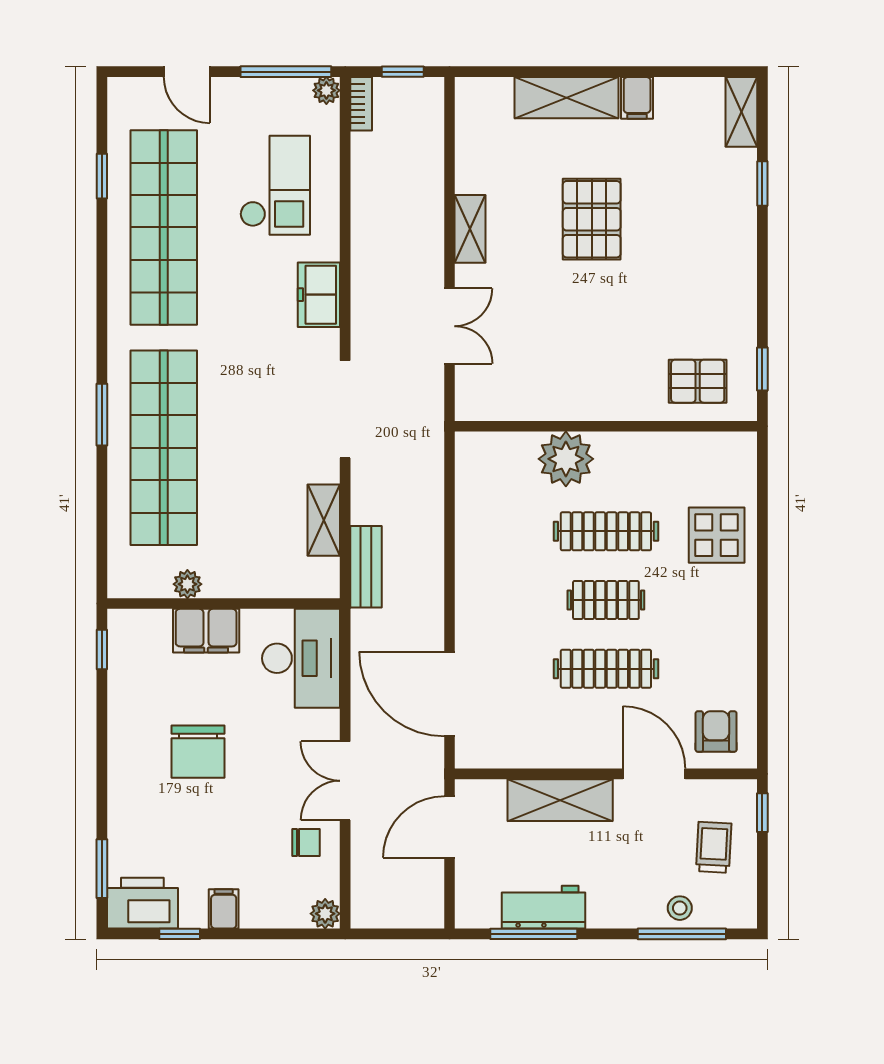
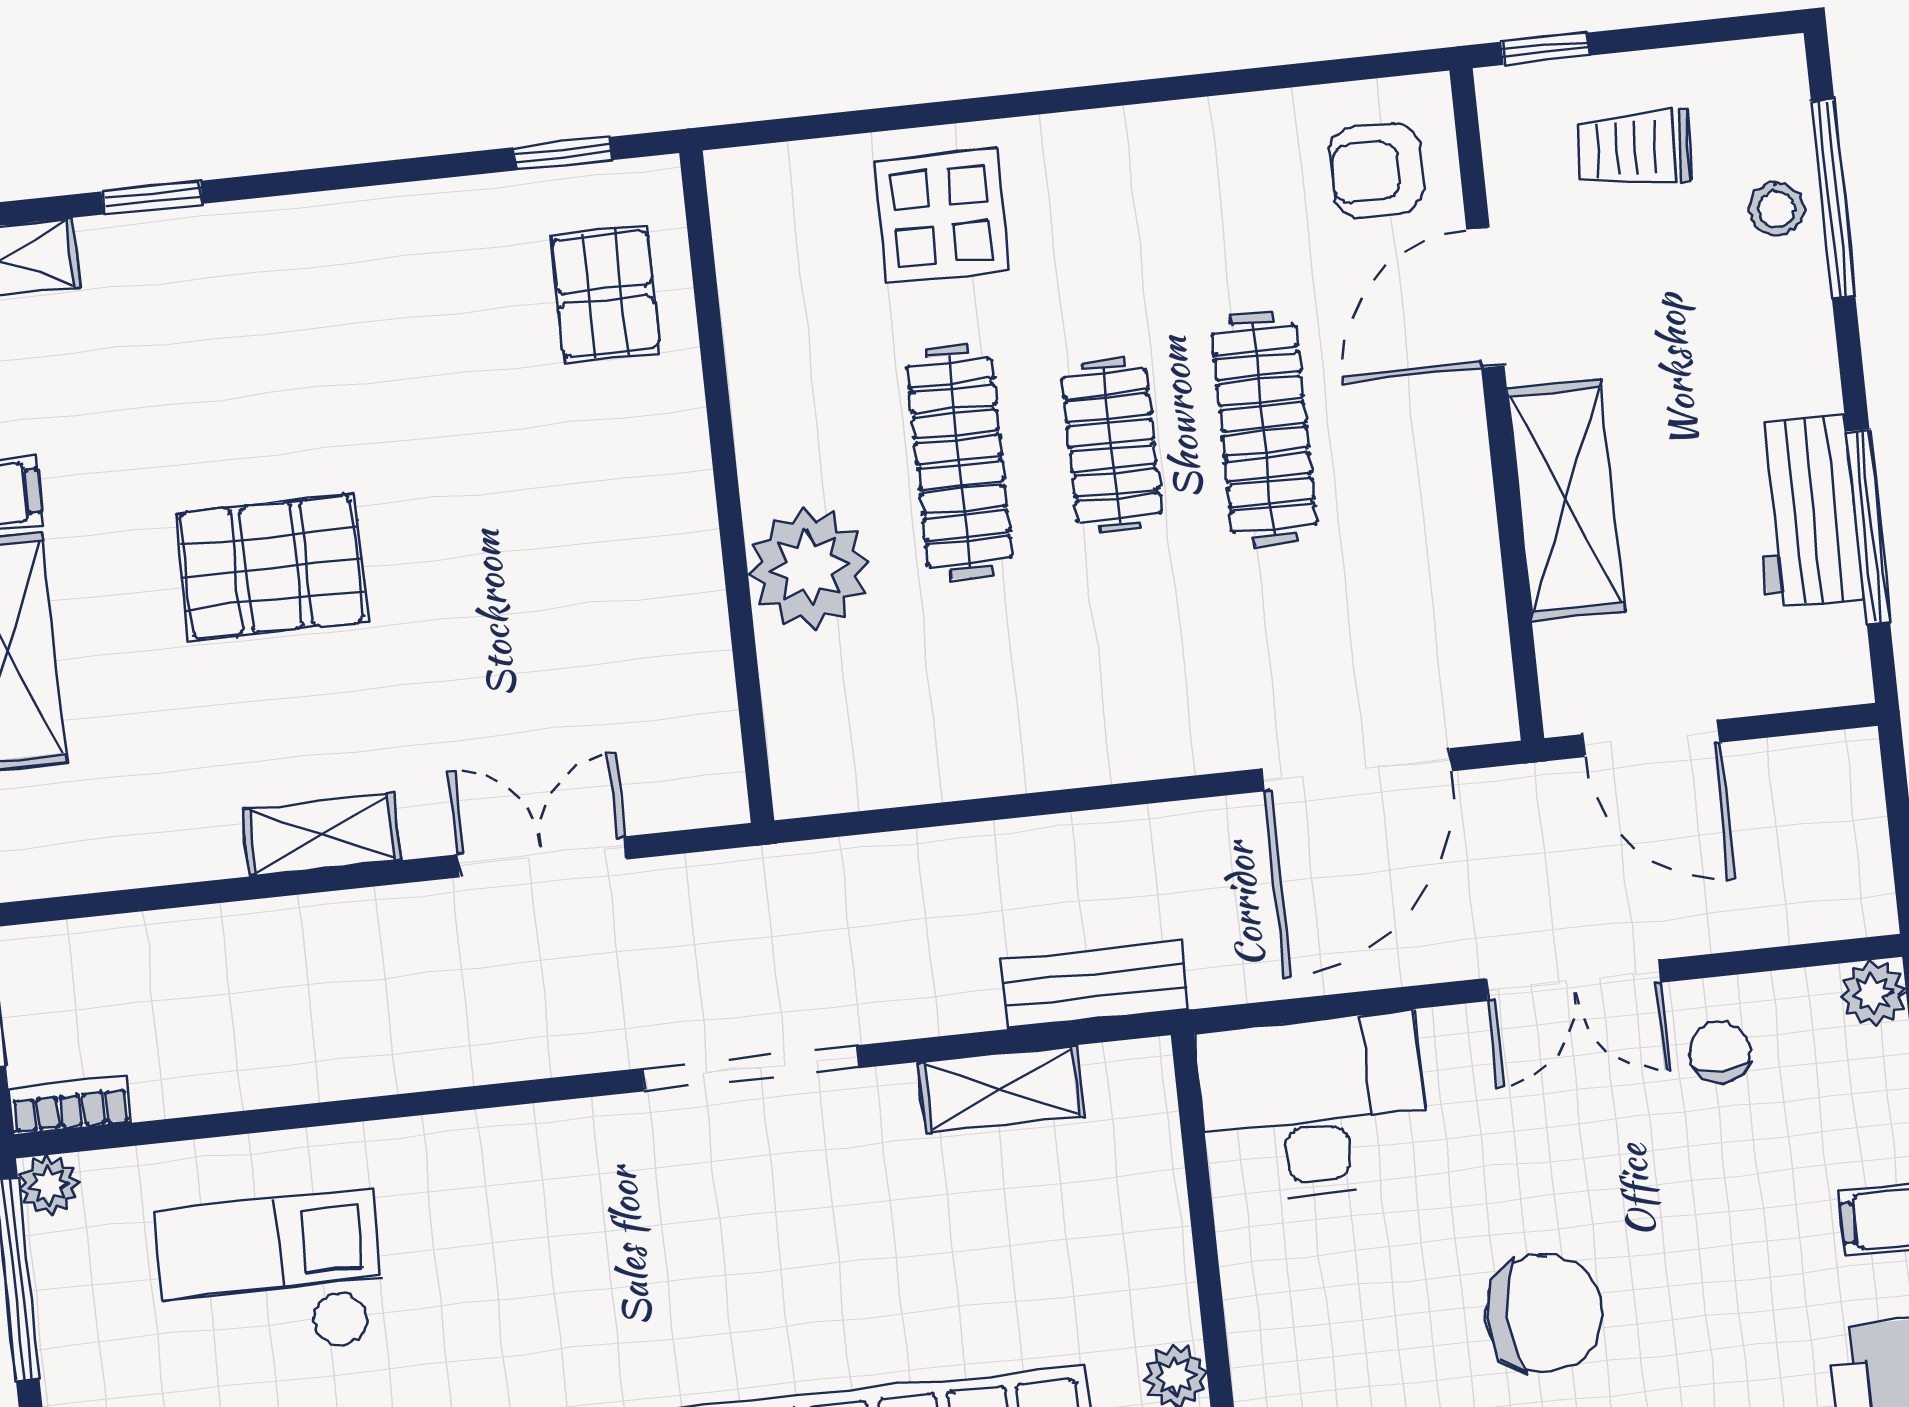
freezer: (319, 295) -> (503, 1153), removed
filing cabinet: (206, 631) -> (1274, 1324), removed

